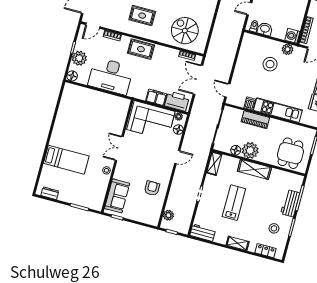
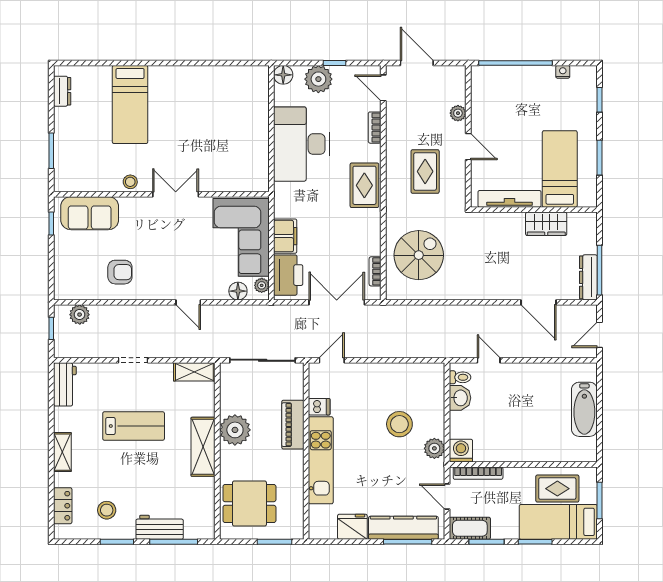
floor lamp: (236, 150) -> (229, 404), removed

